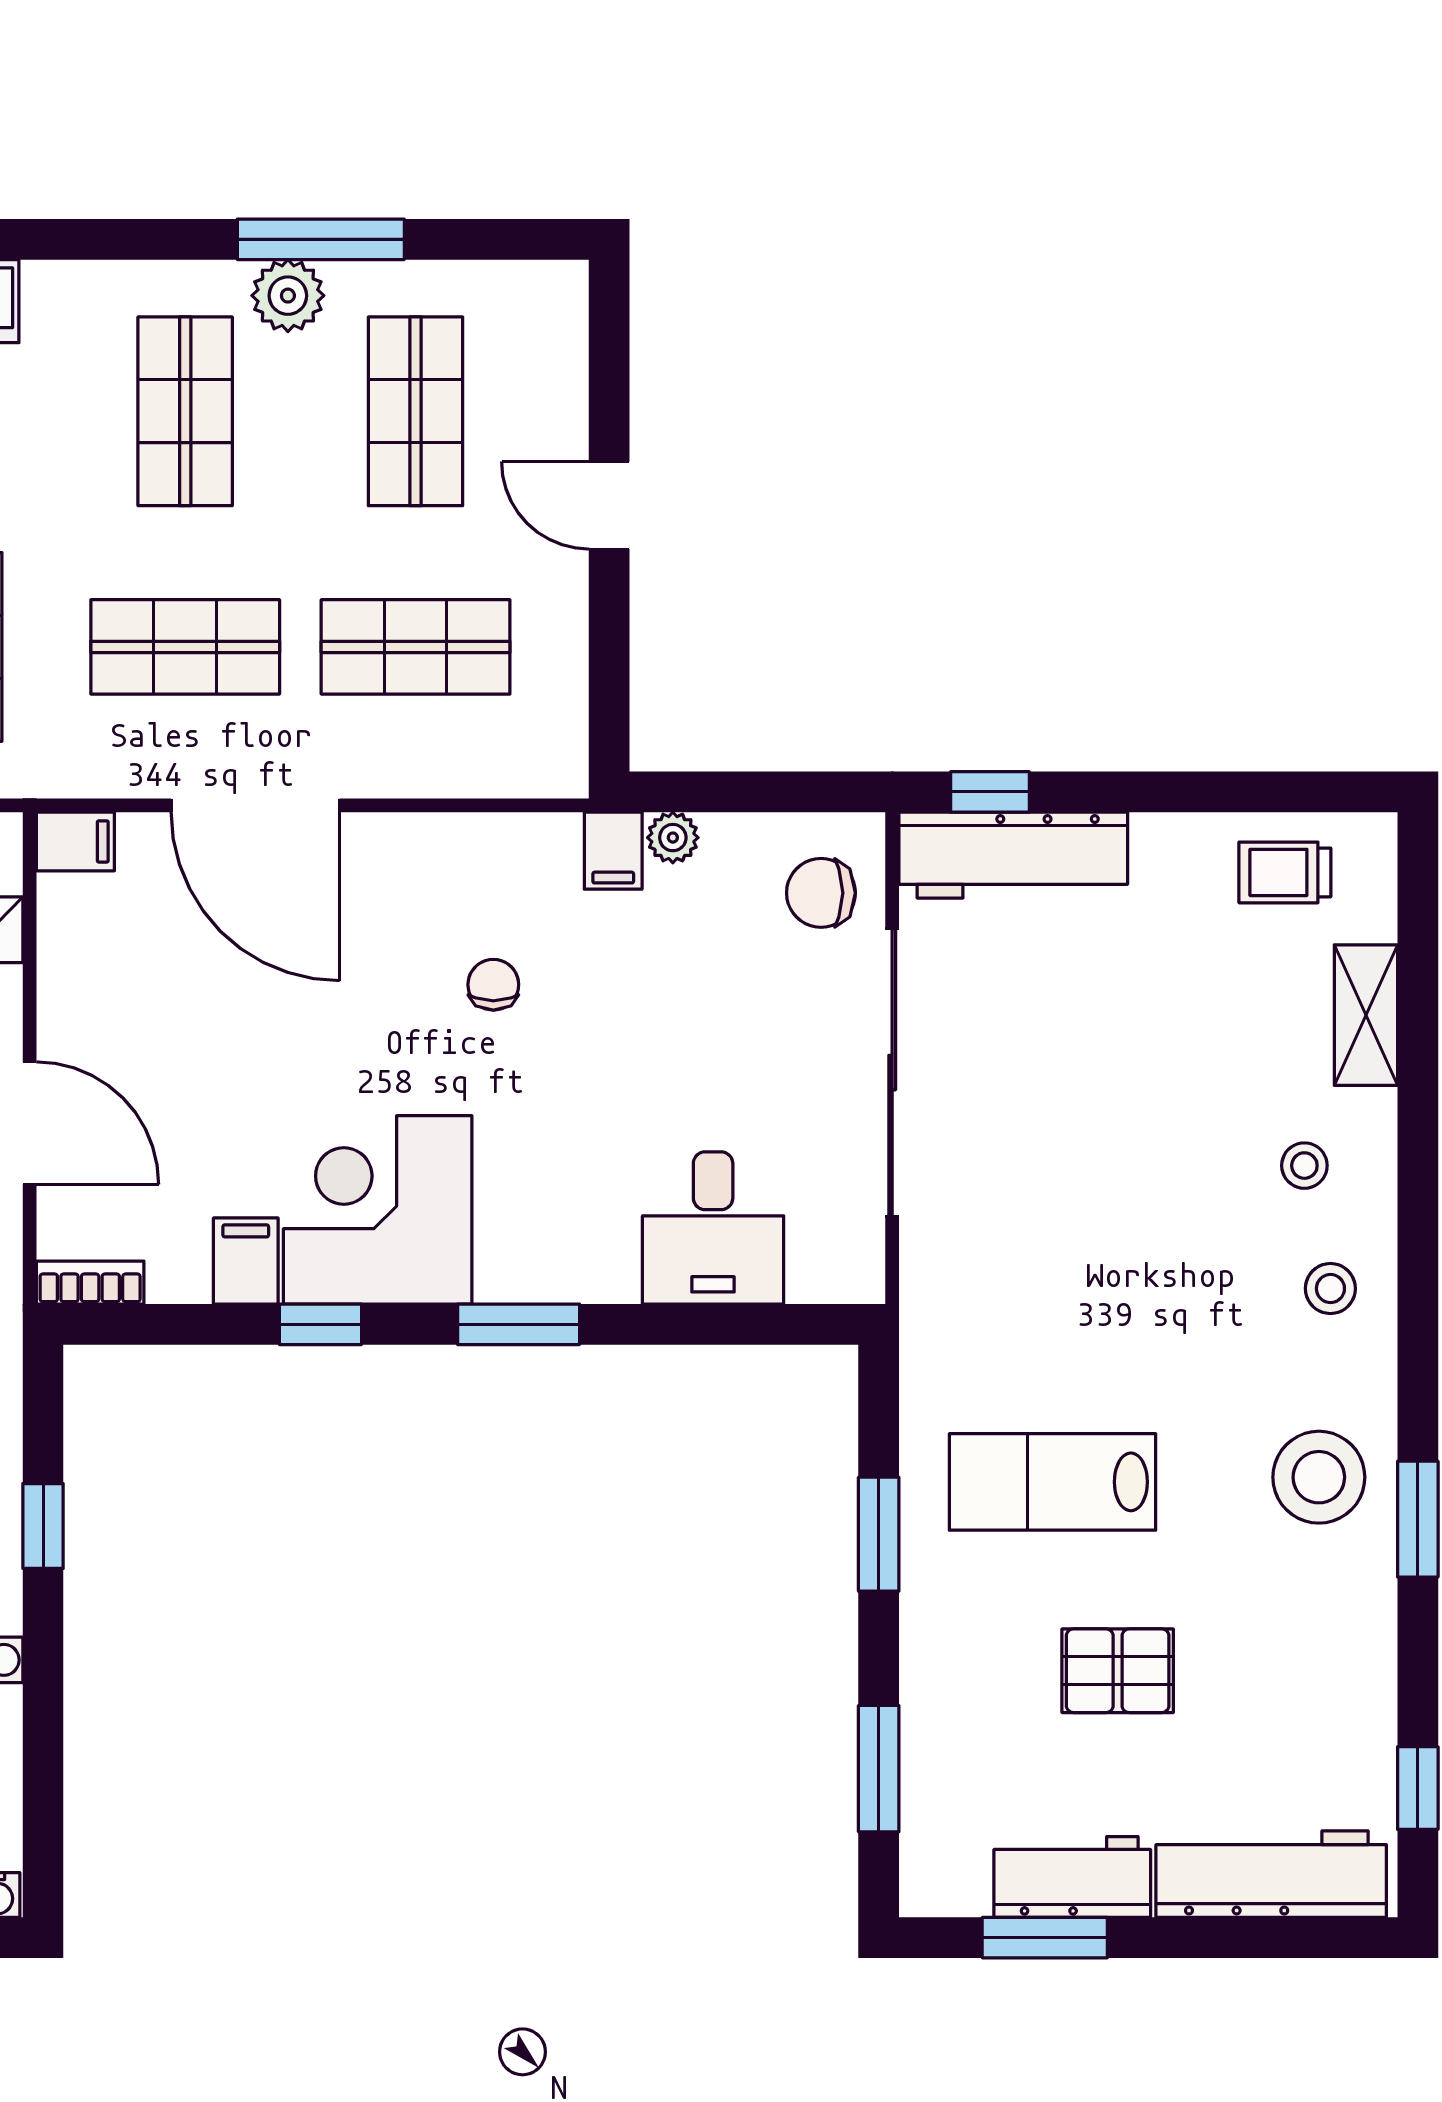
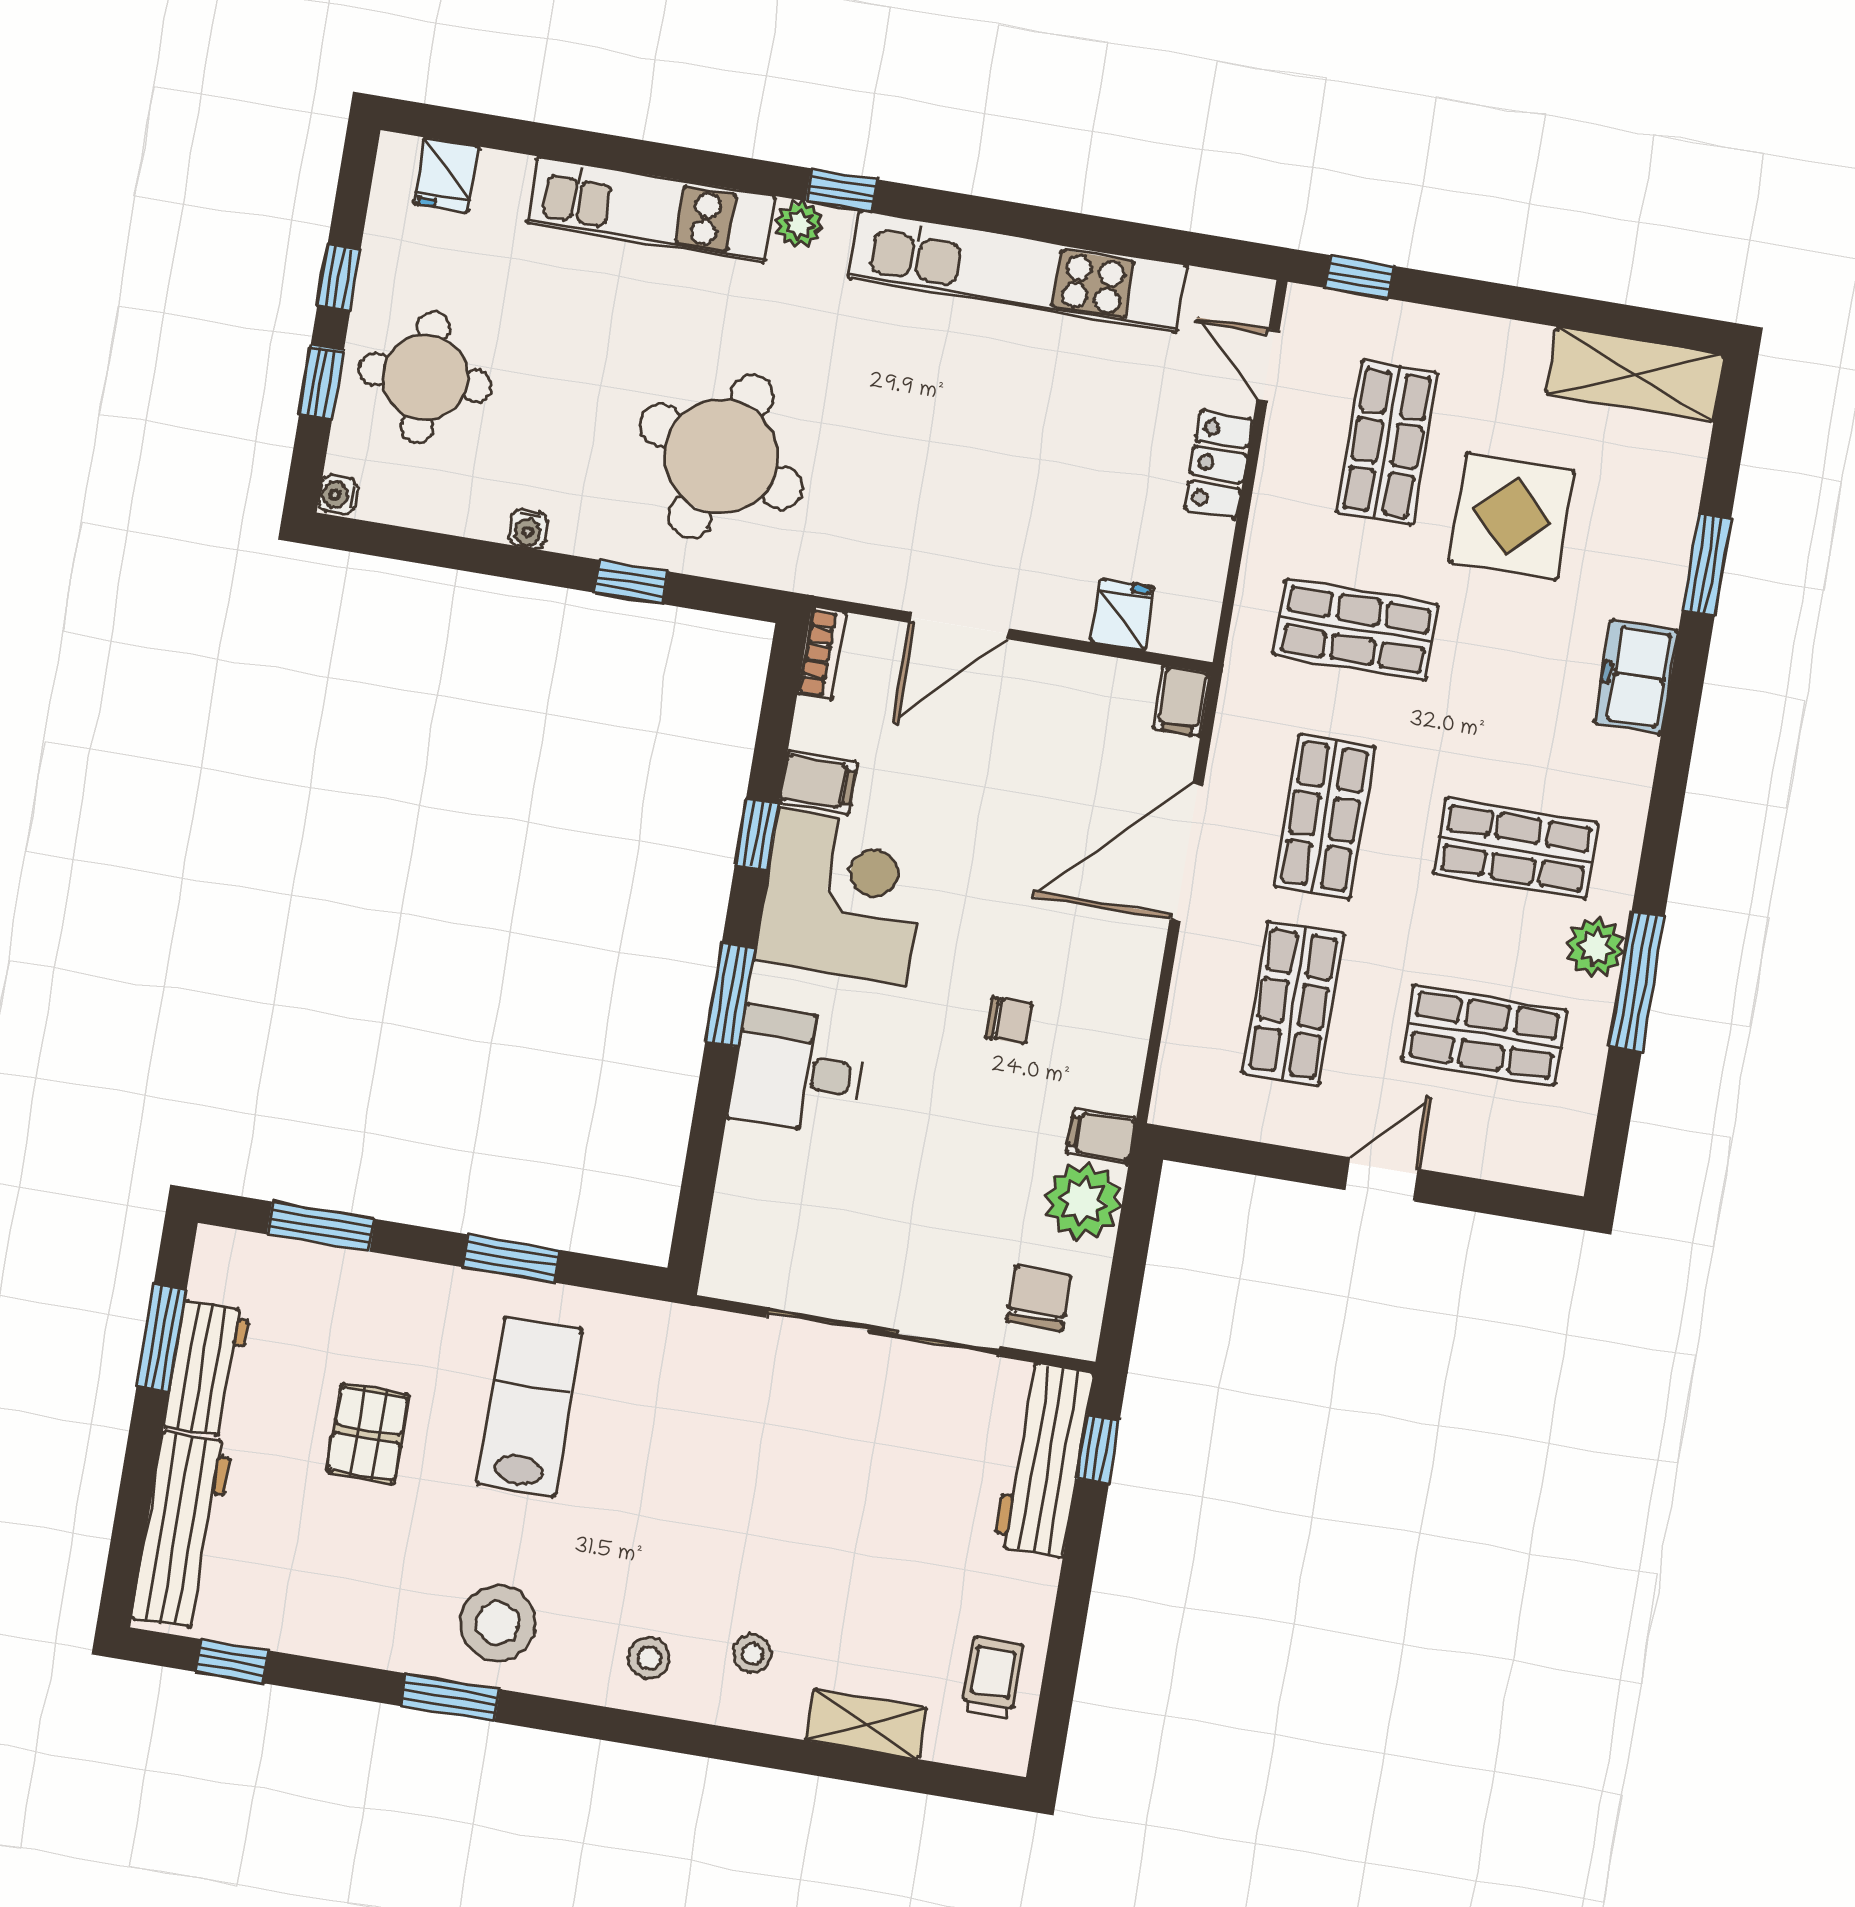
plant: (673, 838) -> (1083, 1201), width x1.88, depth x1.88
desk: (713, 1228) -> (798, 1071), moved

